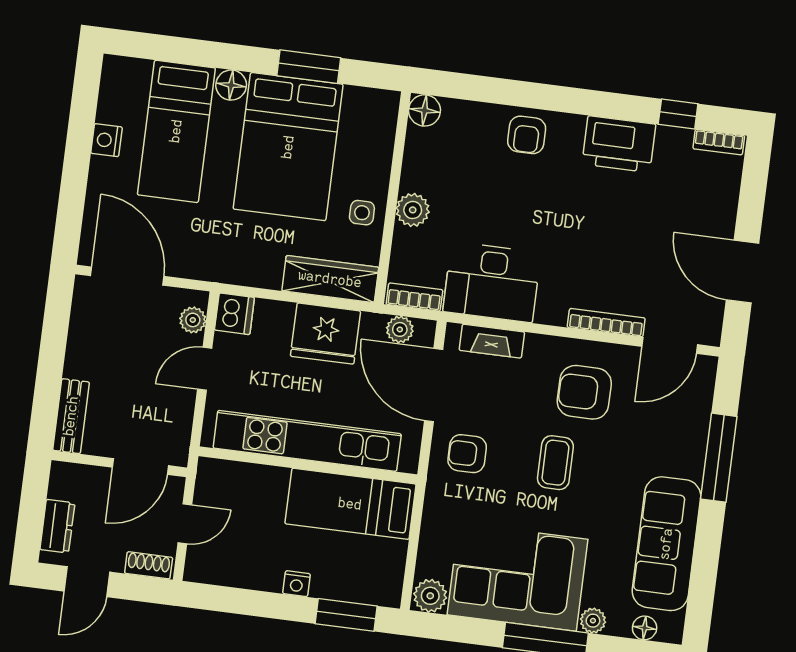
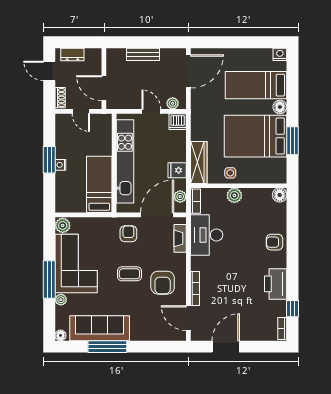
nightstand: (106, 140) -> (280, 54), moved
fridge: (325, 334) -> (177, 170), width x0.53, depth x0.75
armchair: (584, 392) -> (163, 283), turned 180
bench: (71, 416) -> (143, 54), moved
window: (719, 458) -> (107, 347), moved
window: (346, 615) -> (49, 160), moved
floor lamp: (645, 628) -> (61, 335), moved

